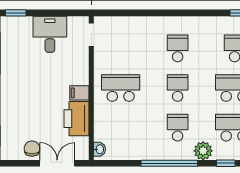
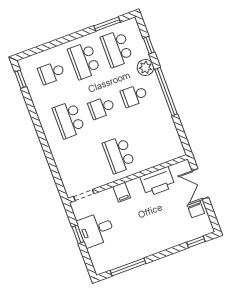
window: (16, 13) -> (78, 234), moved
school desk: (178, 48) -> (69, 120), width x1.85
filing cabinet: (79, 93) -> (122, 192), moved
chair: (32, 149) -> (196, 209), turned -90
washbasin: (100, 149) -> (176, 153), removed

